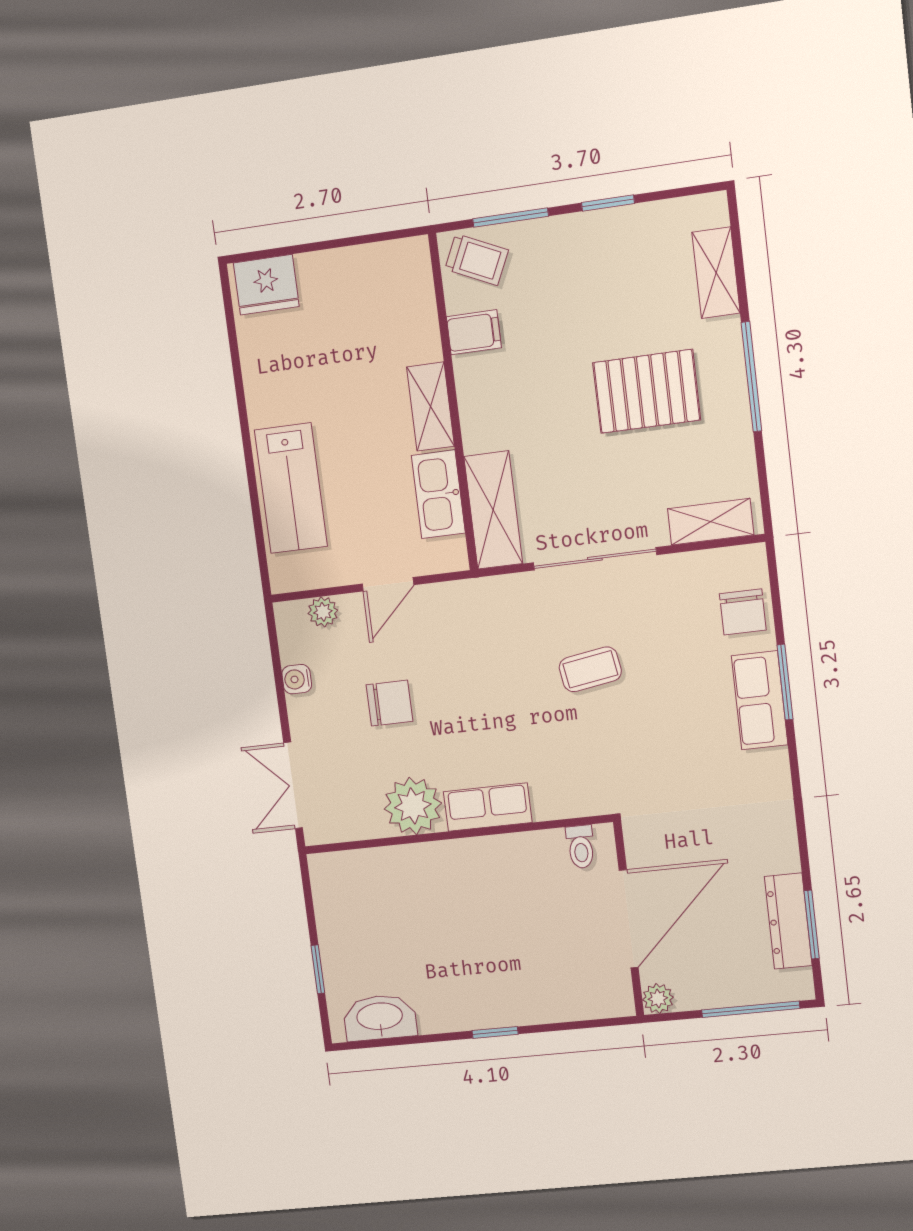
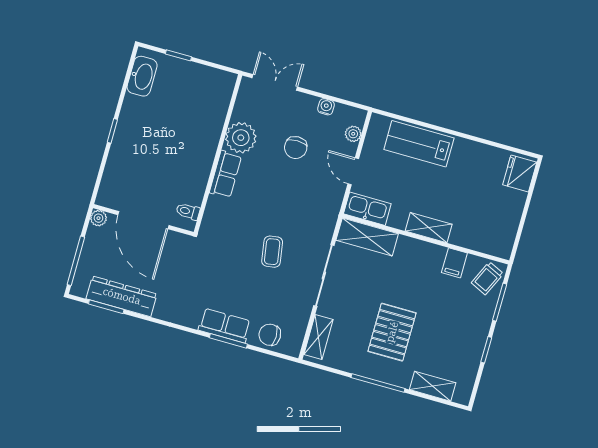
kitchen sink: (438, 494) -> (367, 209), moved
dresser: (788, 921) -> (122, 296), width x1.37, depth x1.24

